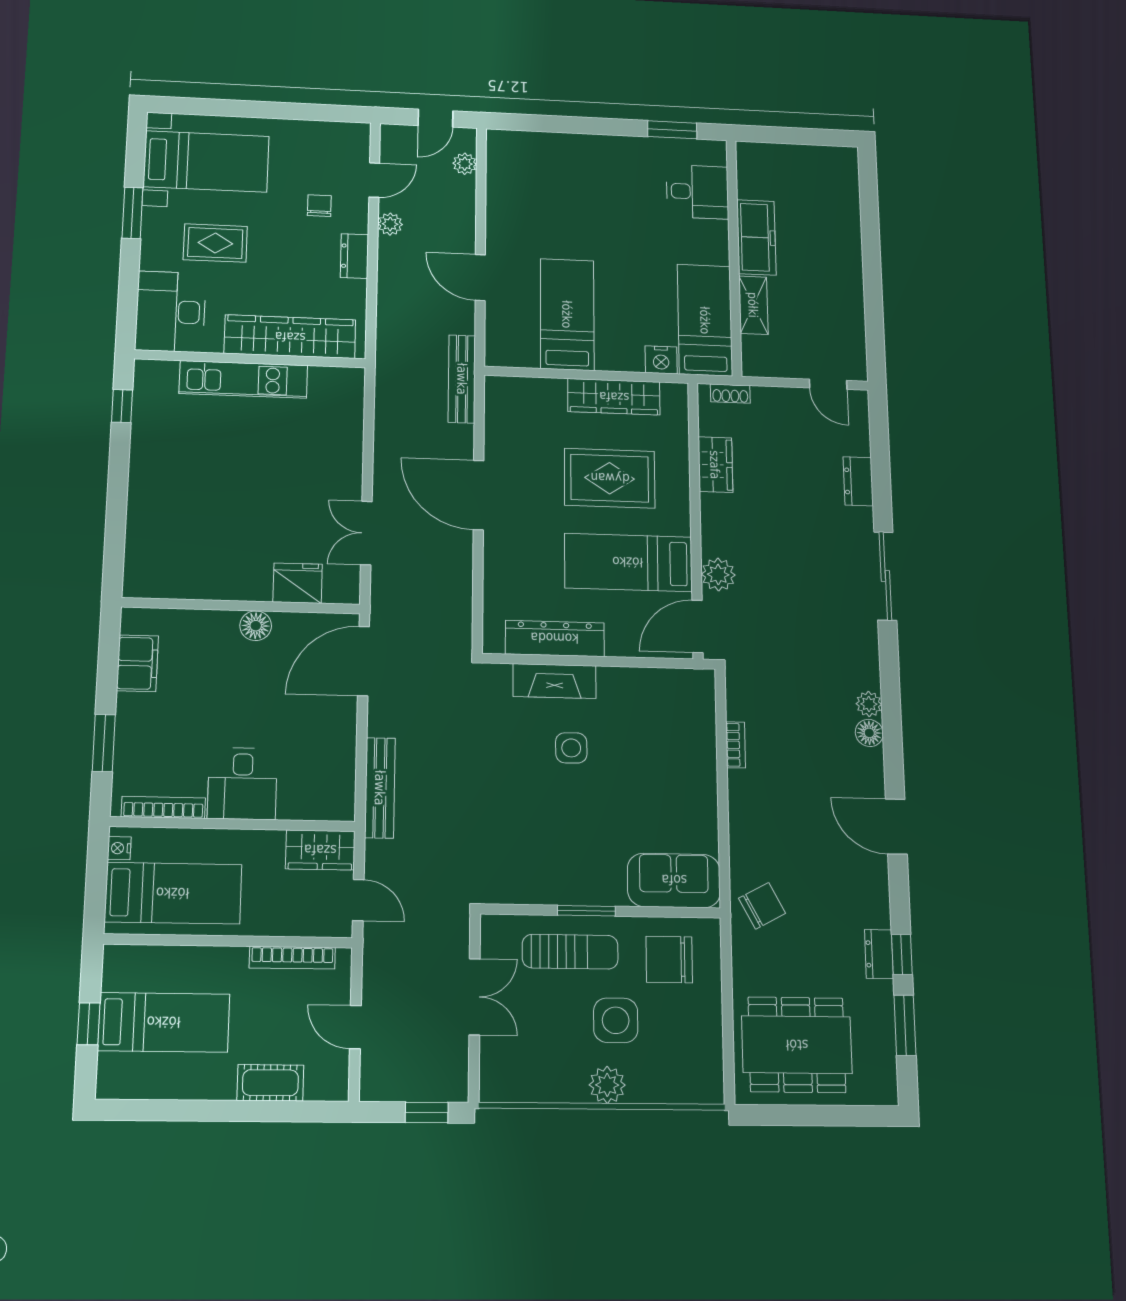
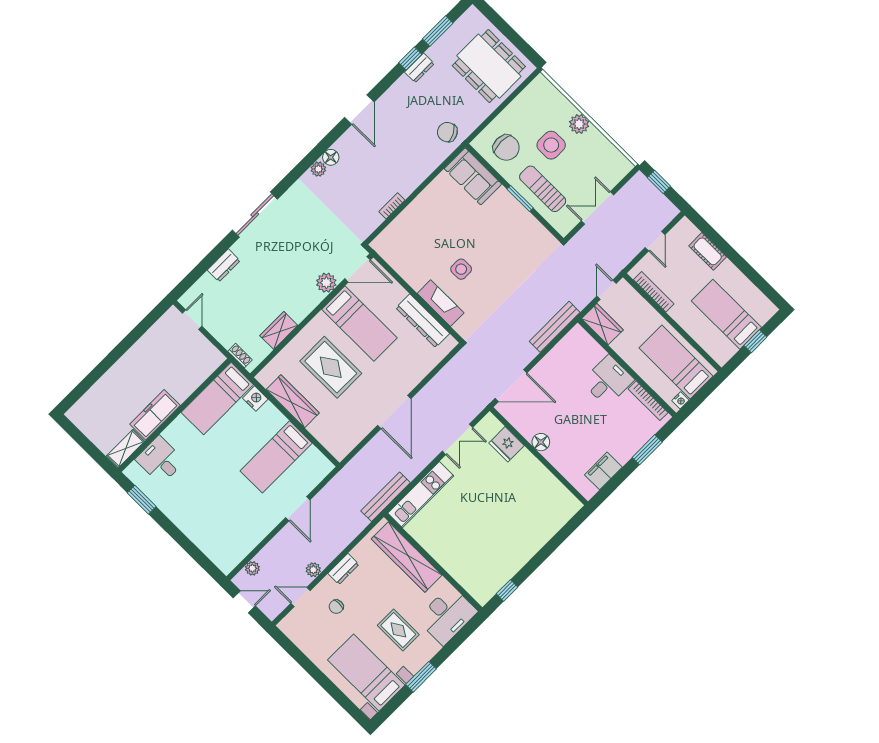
shelving: (753, 305) -> (126, 449), moved
kitchen unit: (243, 379) -> (421, 495), moved, turned 90
bench: (462, 379) -> (386, 497), moved

